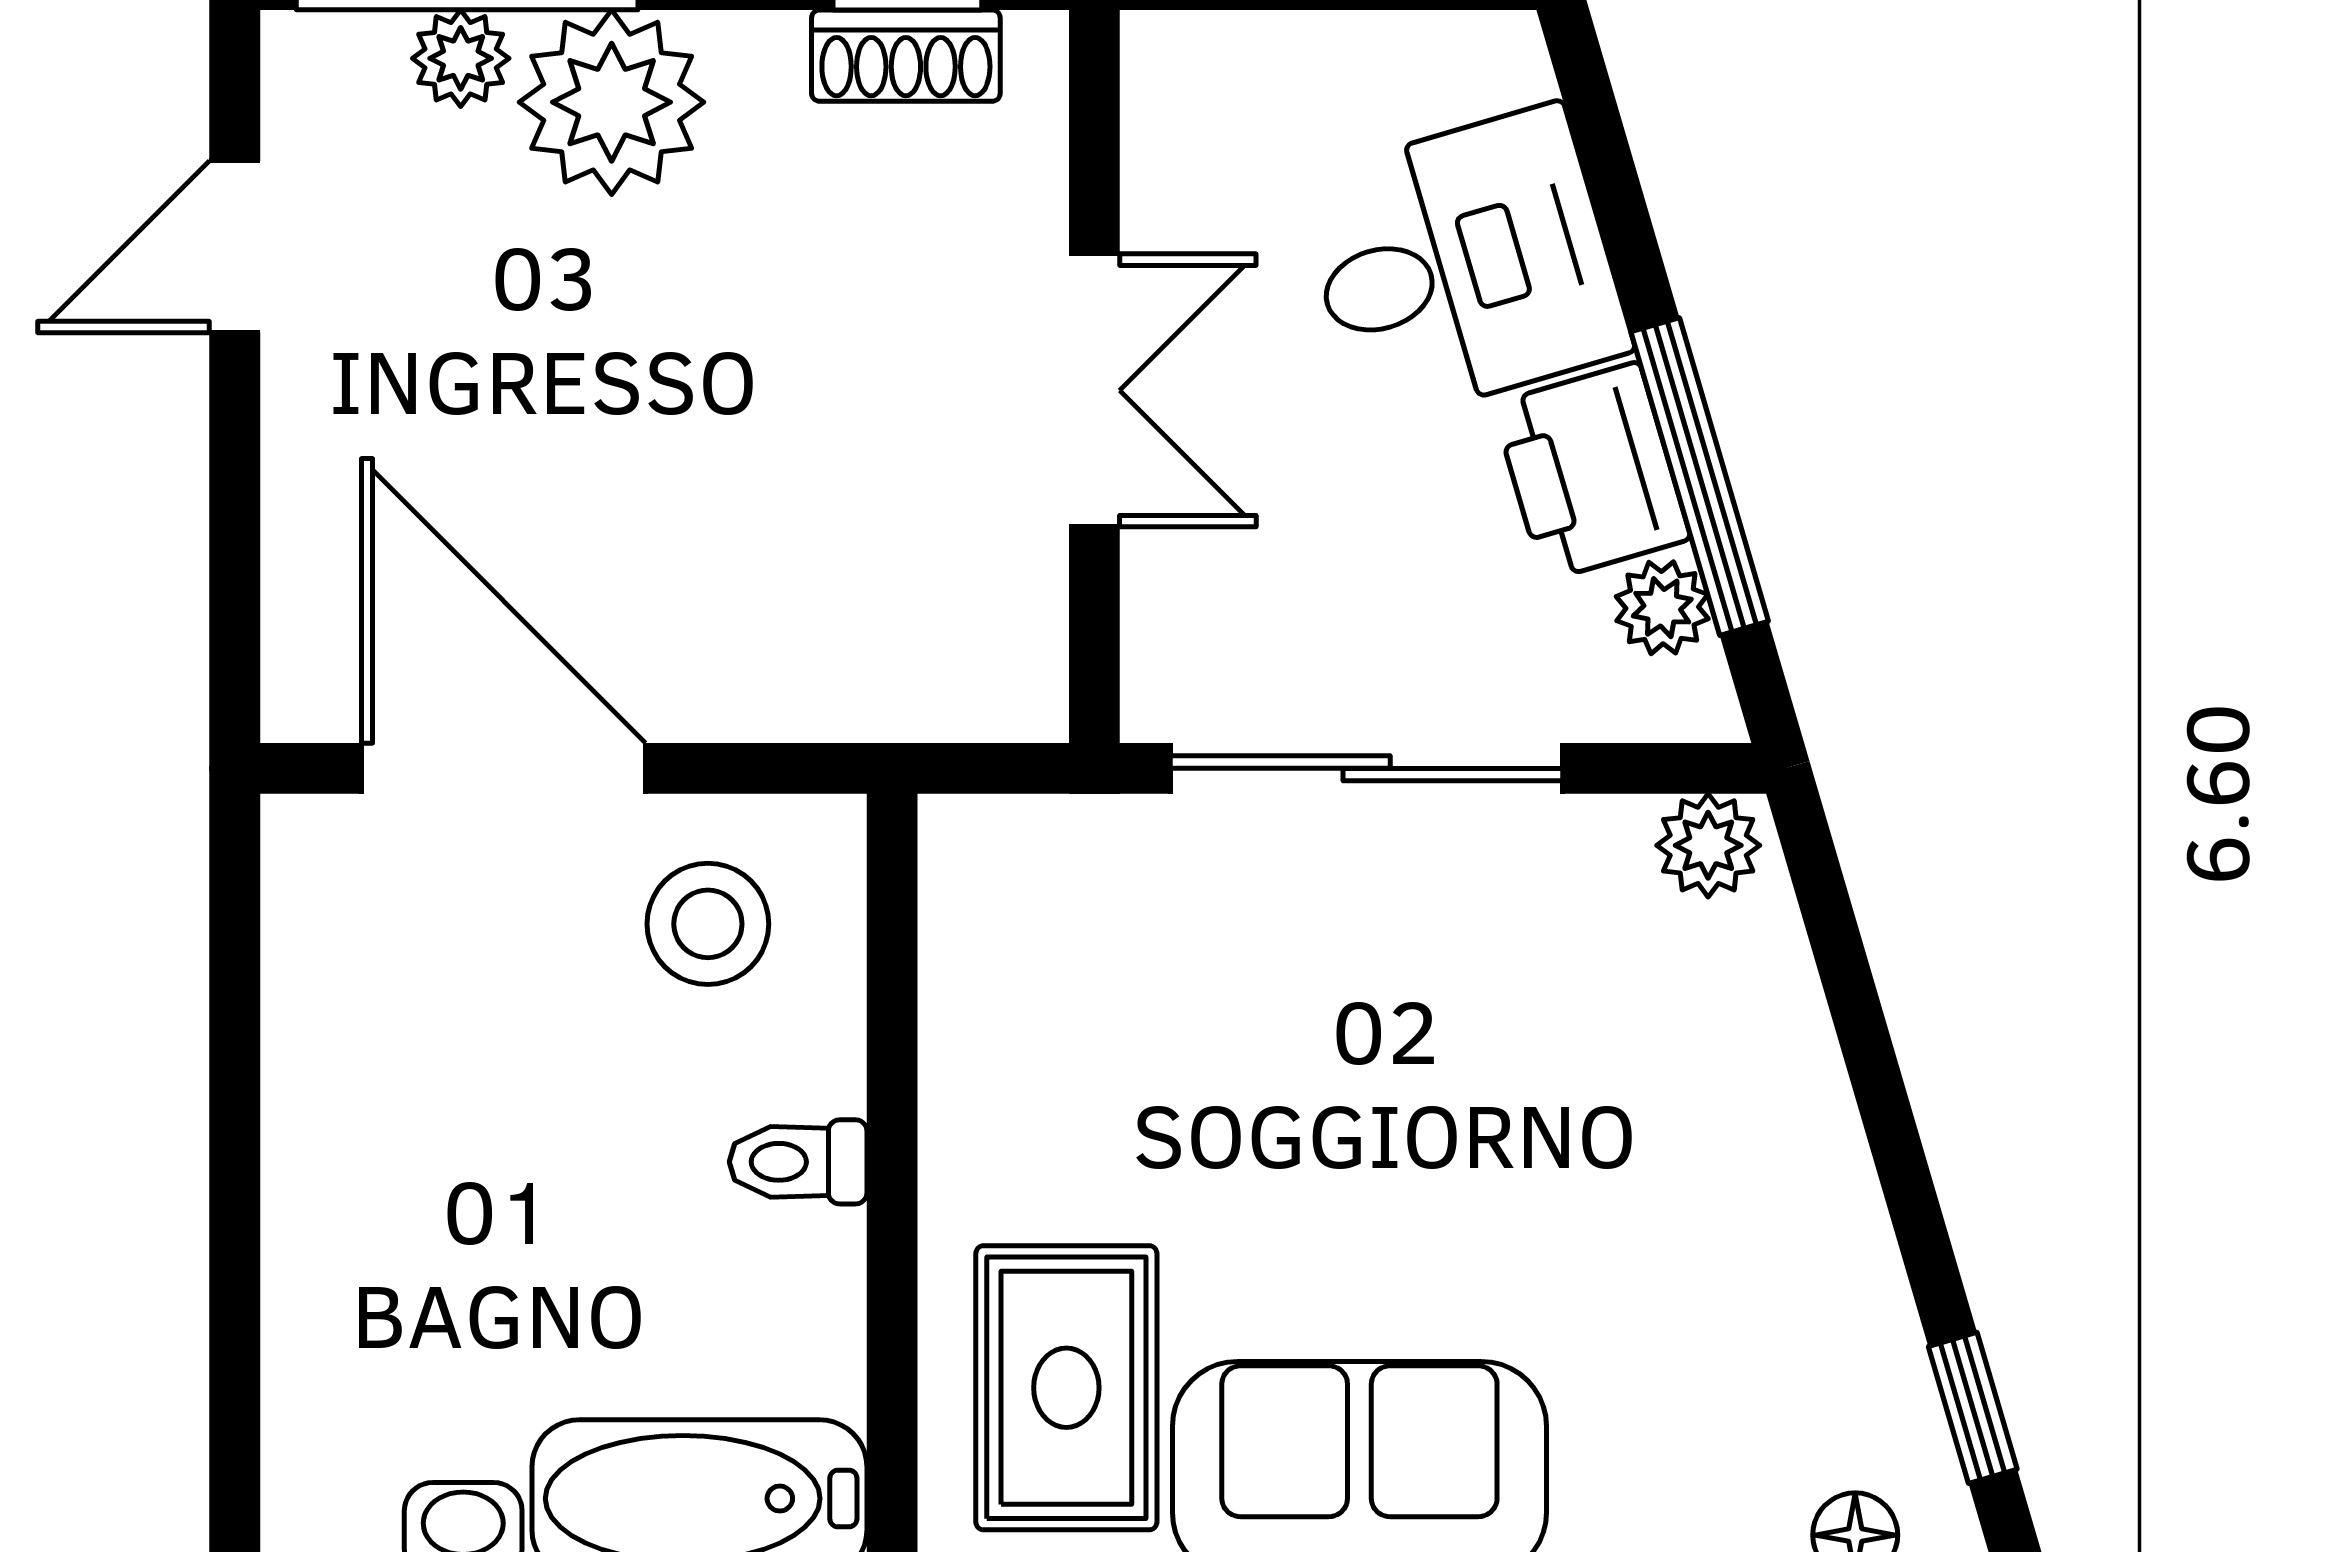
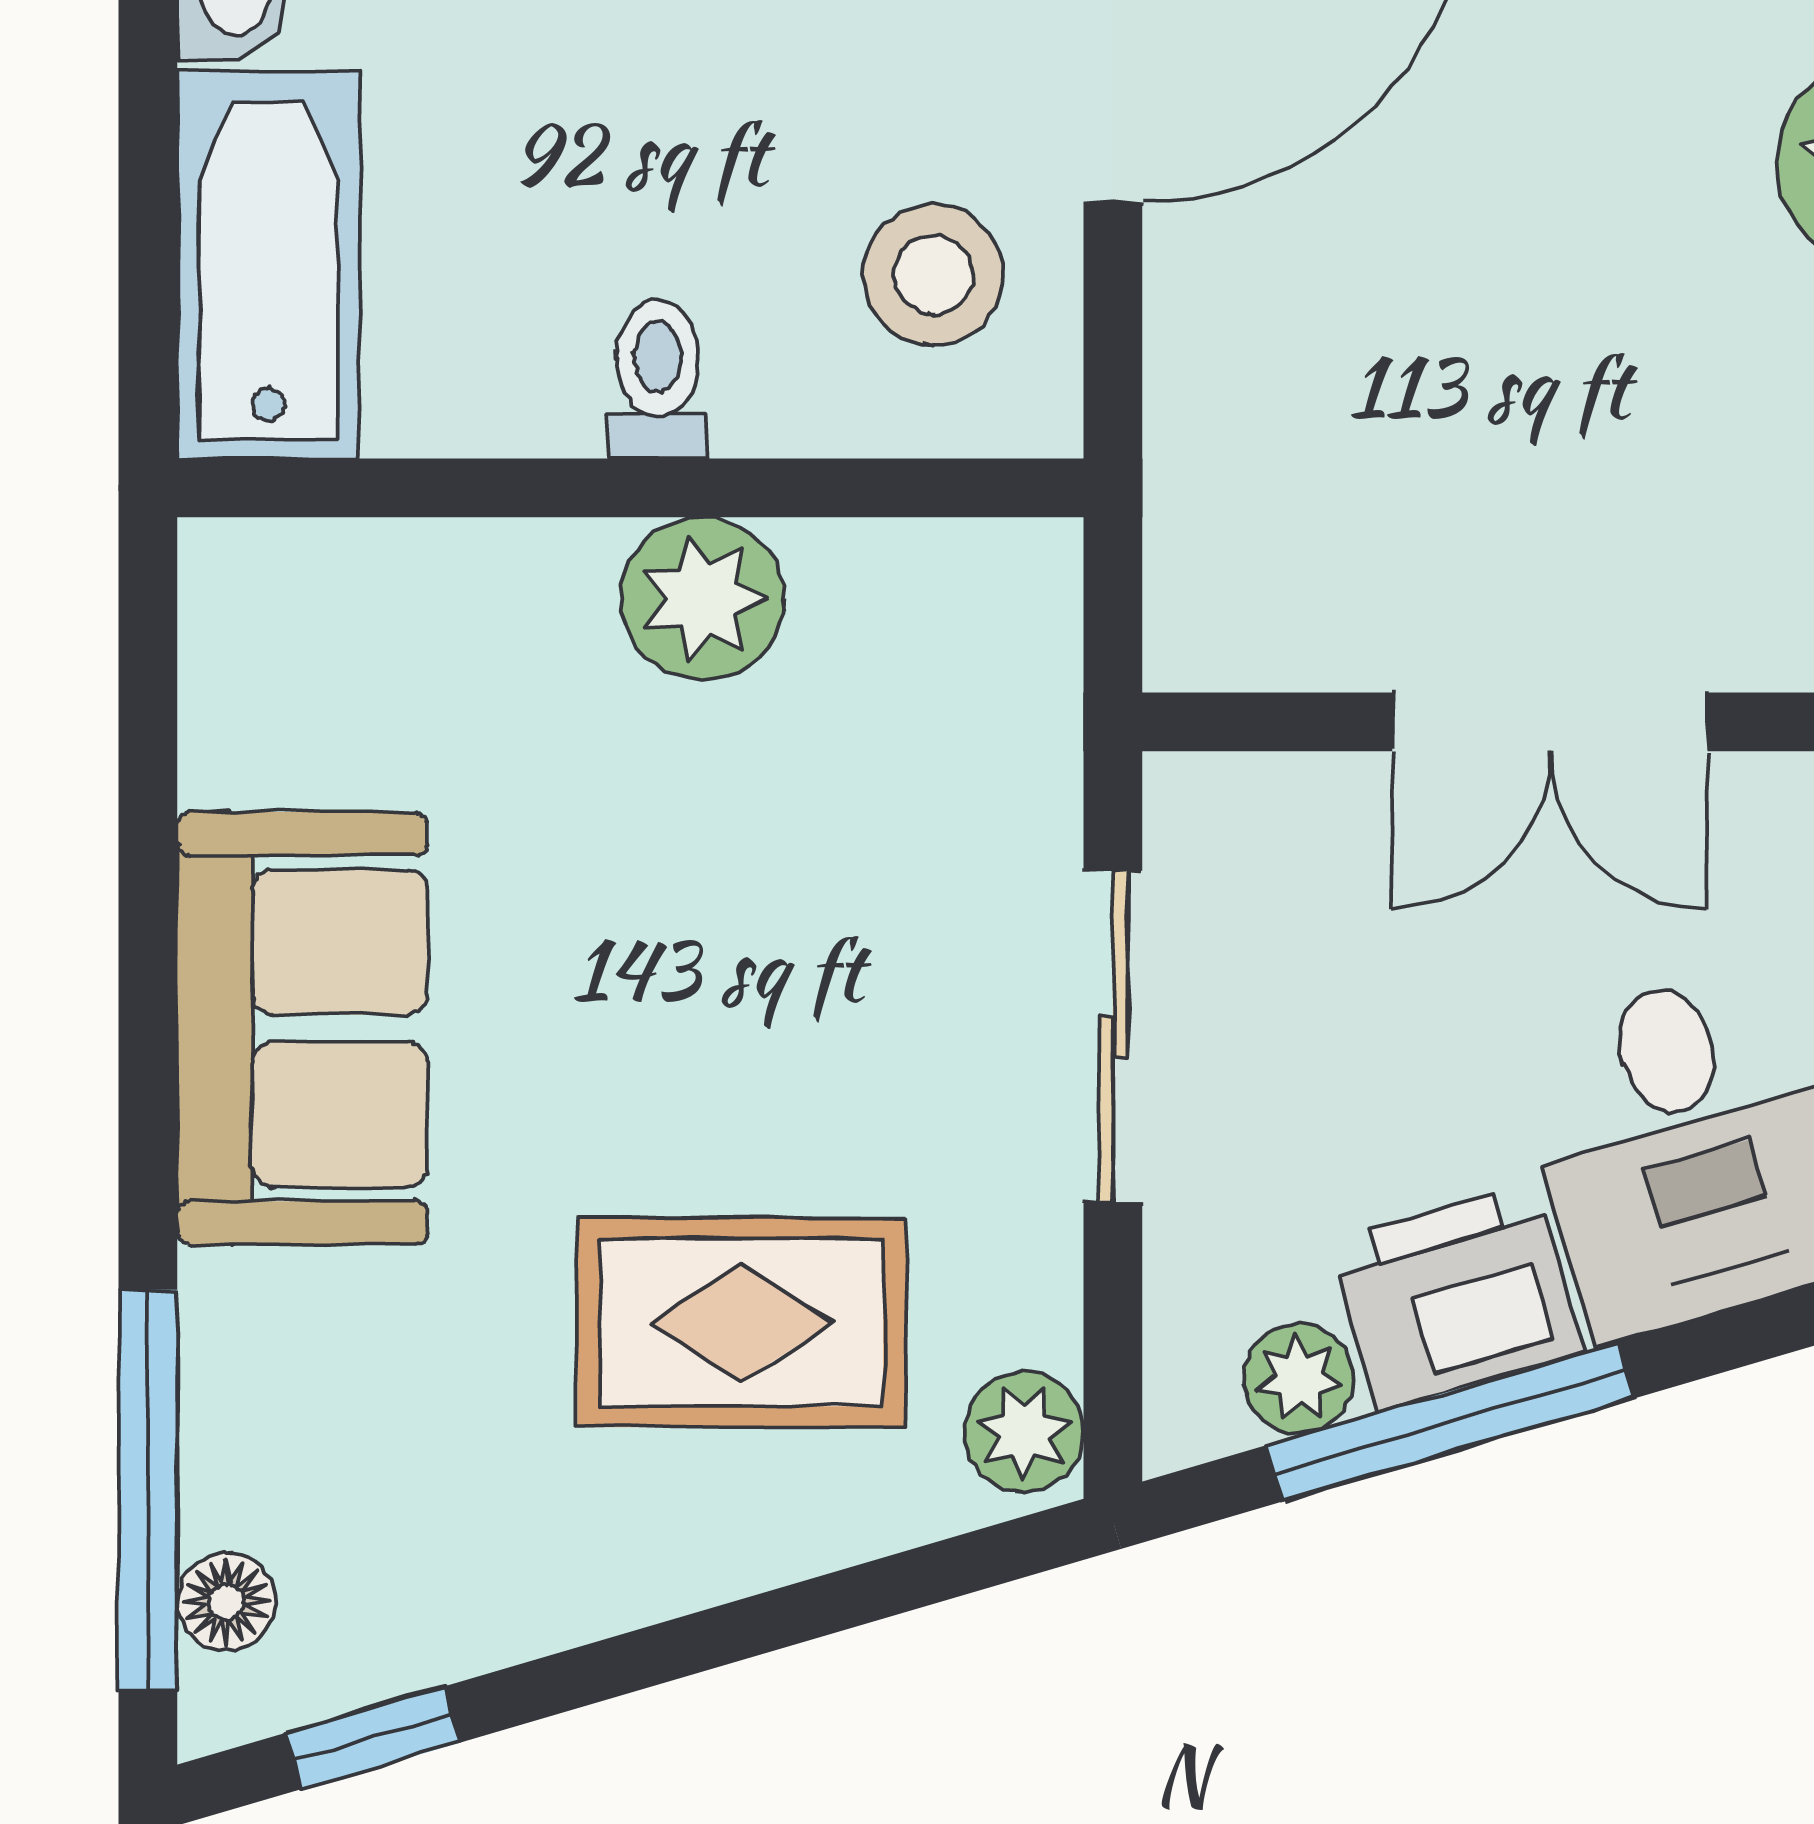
sliding door: (1367, 768) -> (1113, 1037), width x0.73
plant: (988, 1123) -> (703, 599), added
rug: (1066, 1388) -> (742, 1322), moved

